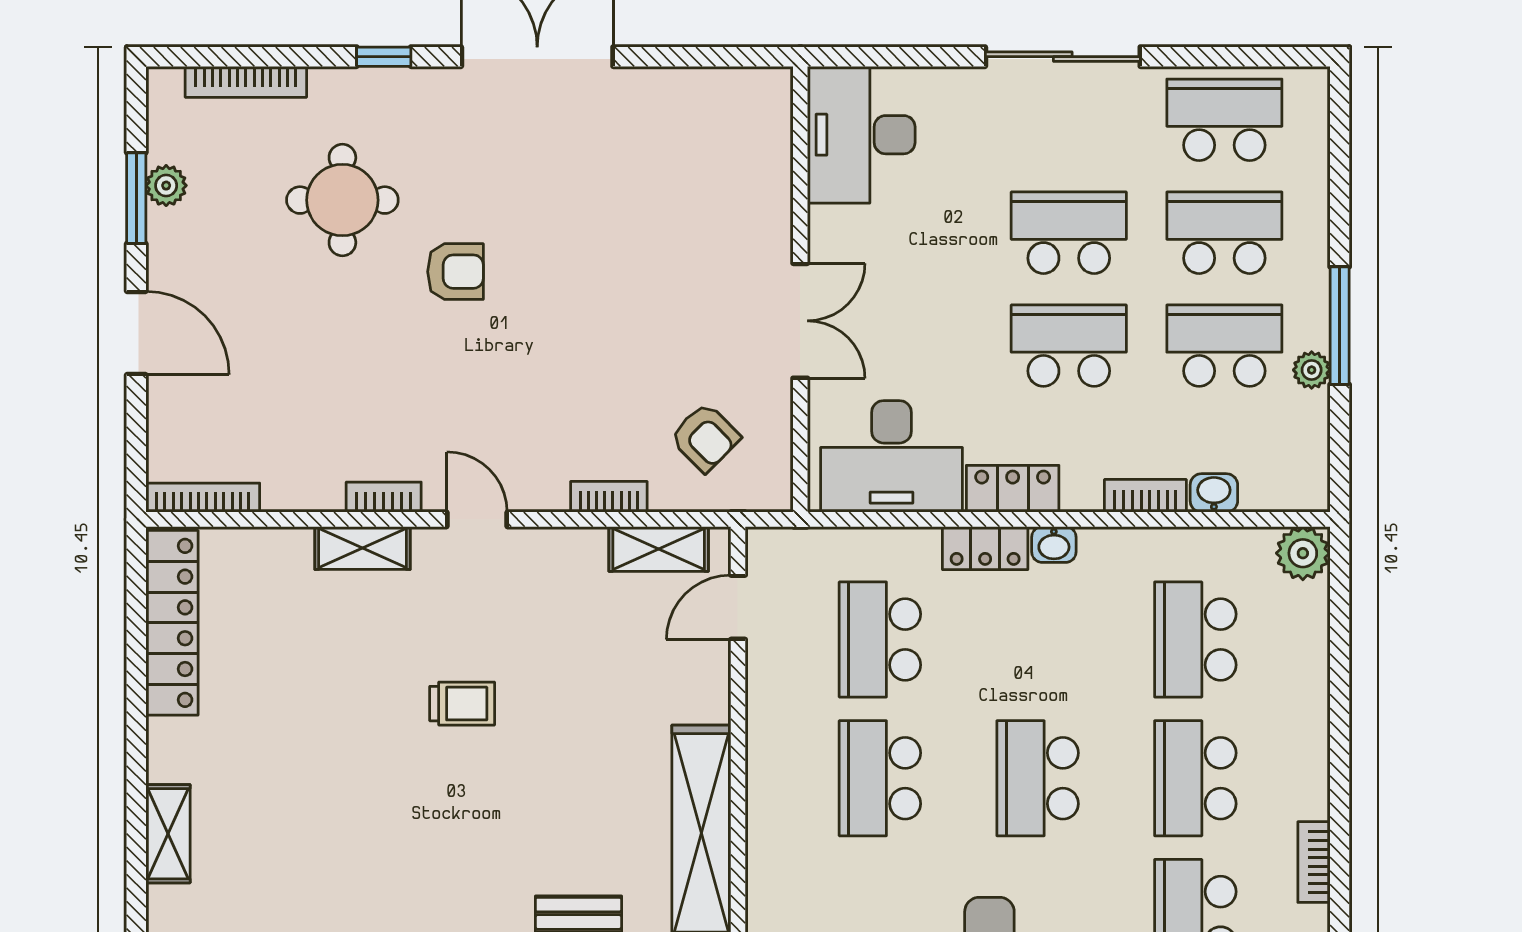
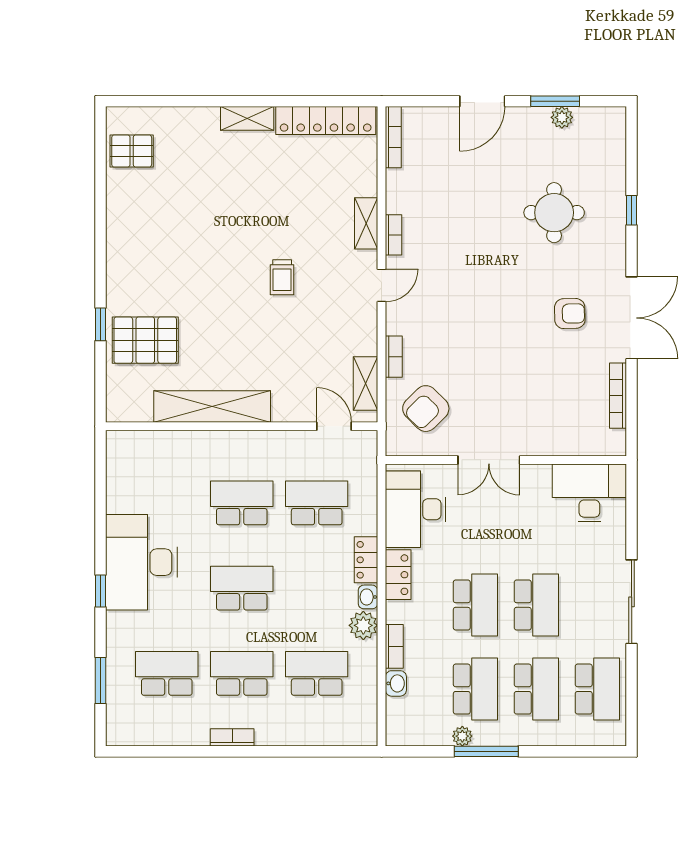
window: (384, 57) -> (632, 210), moved
bookcase: (246, 82) -> (618, 396), moved
armchair: (455, 272) -> (570, 314), moved, turned -91
armchair: (705, 437) -> (426, 409), width x1.38, depth x1.38
plant: (1303, 553) -> (363, 625), moved
shelving: (168, 834) -> (247, 118), moved
bookcase: (1314, 862) -> (232, 737), moved

